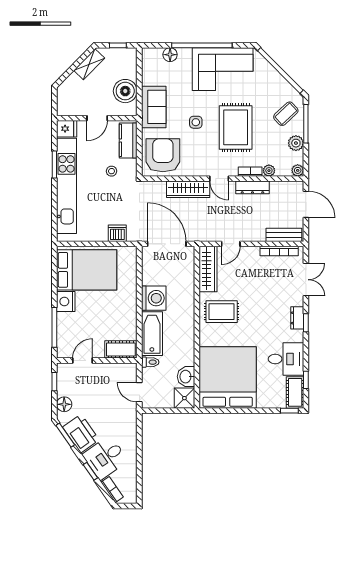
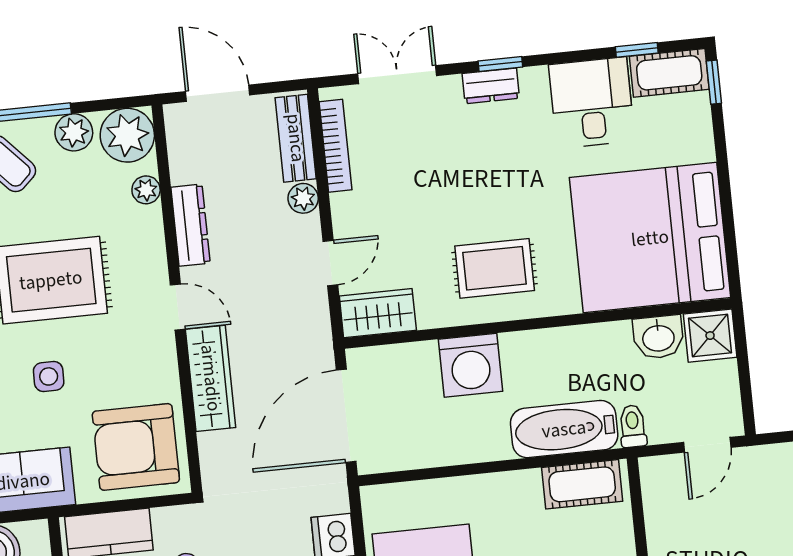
plant: (298, 170) -> (127, 135), width x1.87, depth x1.87
bookcase: (250, 172) -> (153, 235), removed
door: (219, 179) -> (178, 307), hinge flipped
door: (306, 204) -> (218, 93), hinge flipped
plant: (259, 235) -> (303, 198), added
door: (231, 244) -> (330, 263), hinge flipped
wardrobe: (208, 269) -> (378, 313), width x0.67
washing machine: (154, 298) -> (471, 365), moved, turned 180
rug: (222, 312) -> (495, 268), turned 90
cot: (121, 349) -> (582, 484), moved, turned 90

